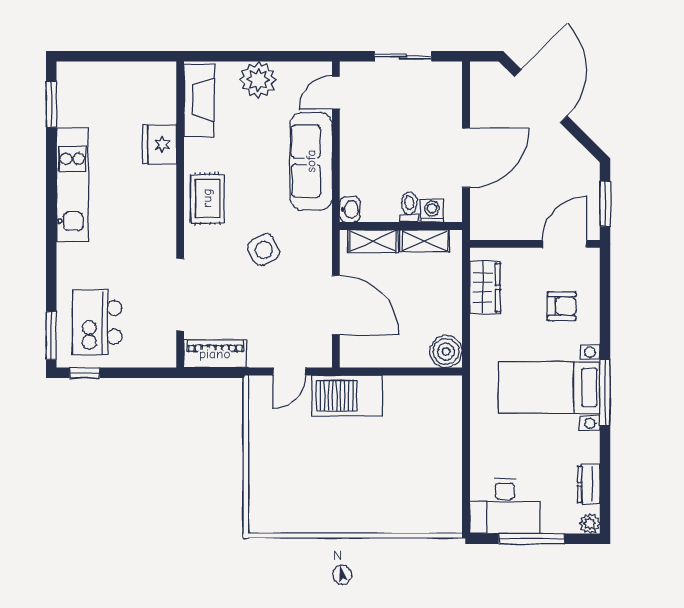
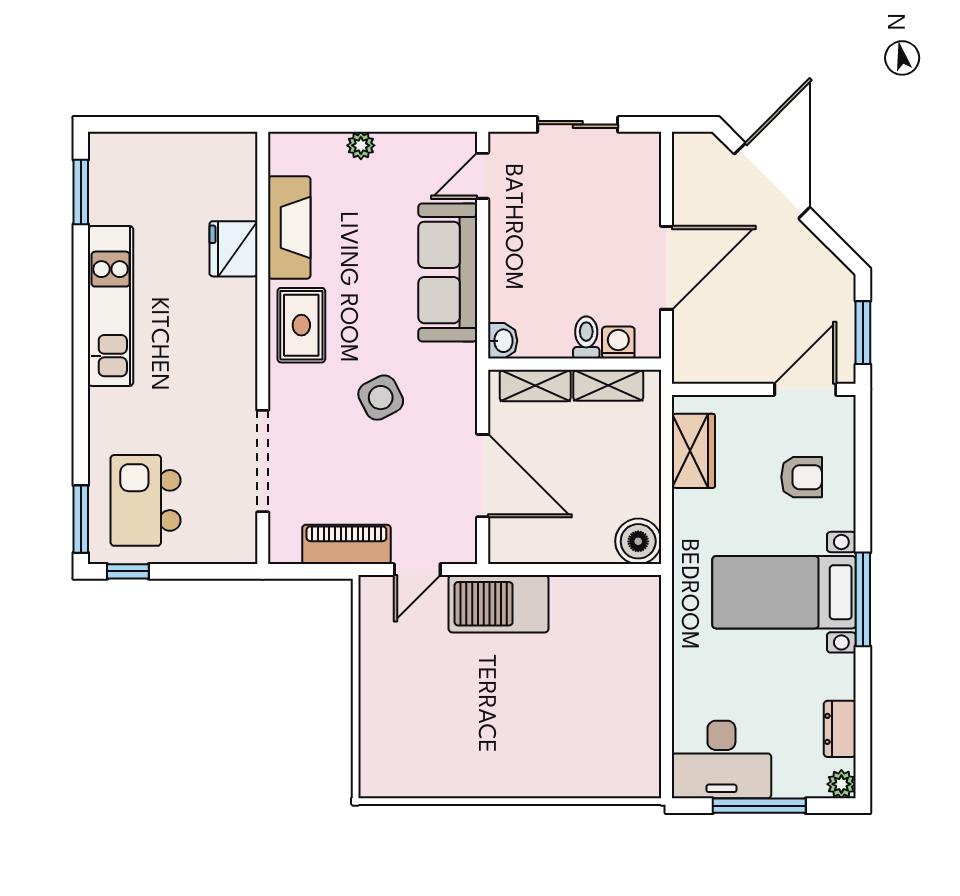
plant: (258, 80) -> (361, 145), width x0.53, depth x0.53
fireplace: (199, 100) -> (289, 227), moved
piano: (215, 354) -> (346, 544), moved

